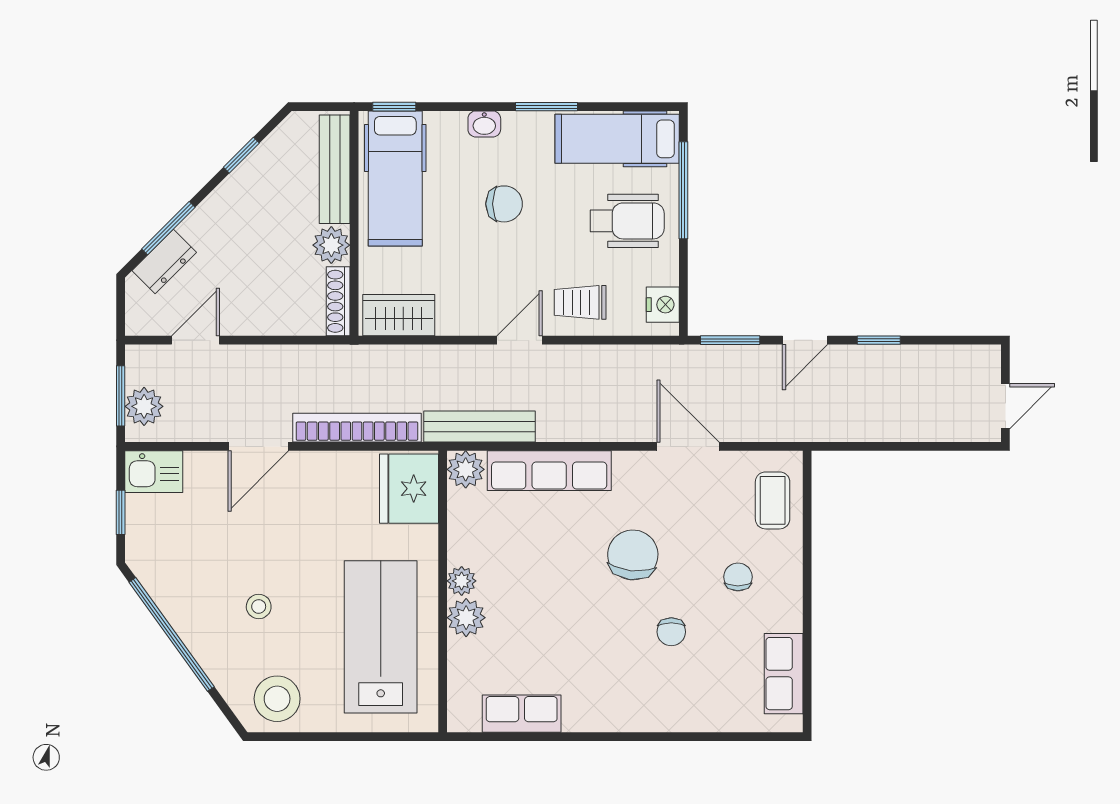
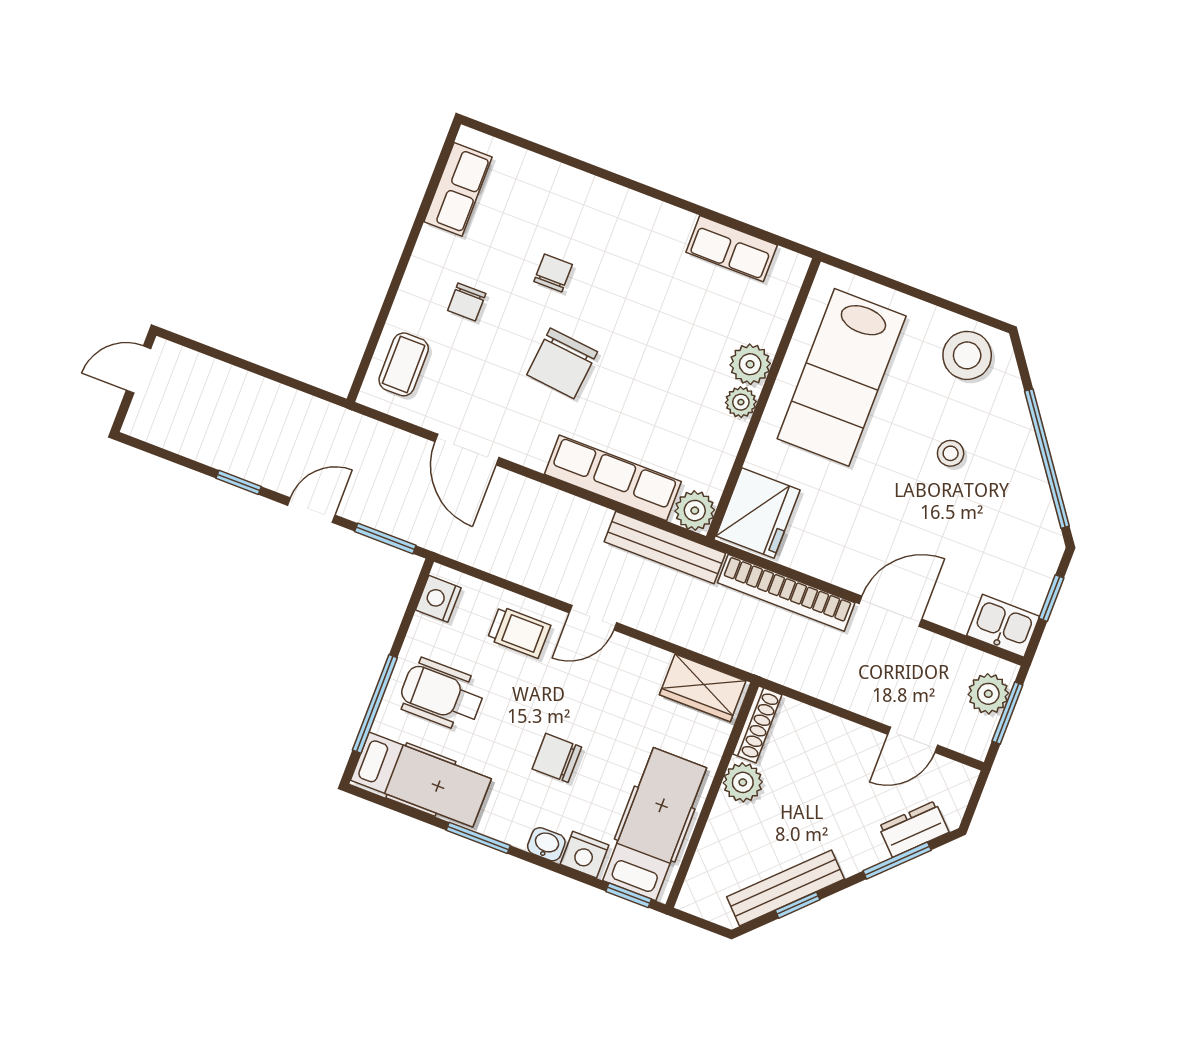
nightstand: (447, 128) -> (585, 855), added
bench: (335, 169) -> (786, 888), moved, turned 45

